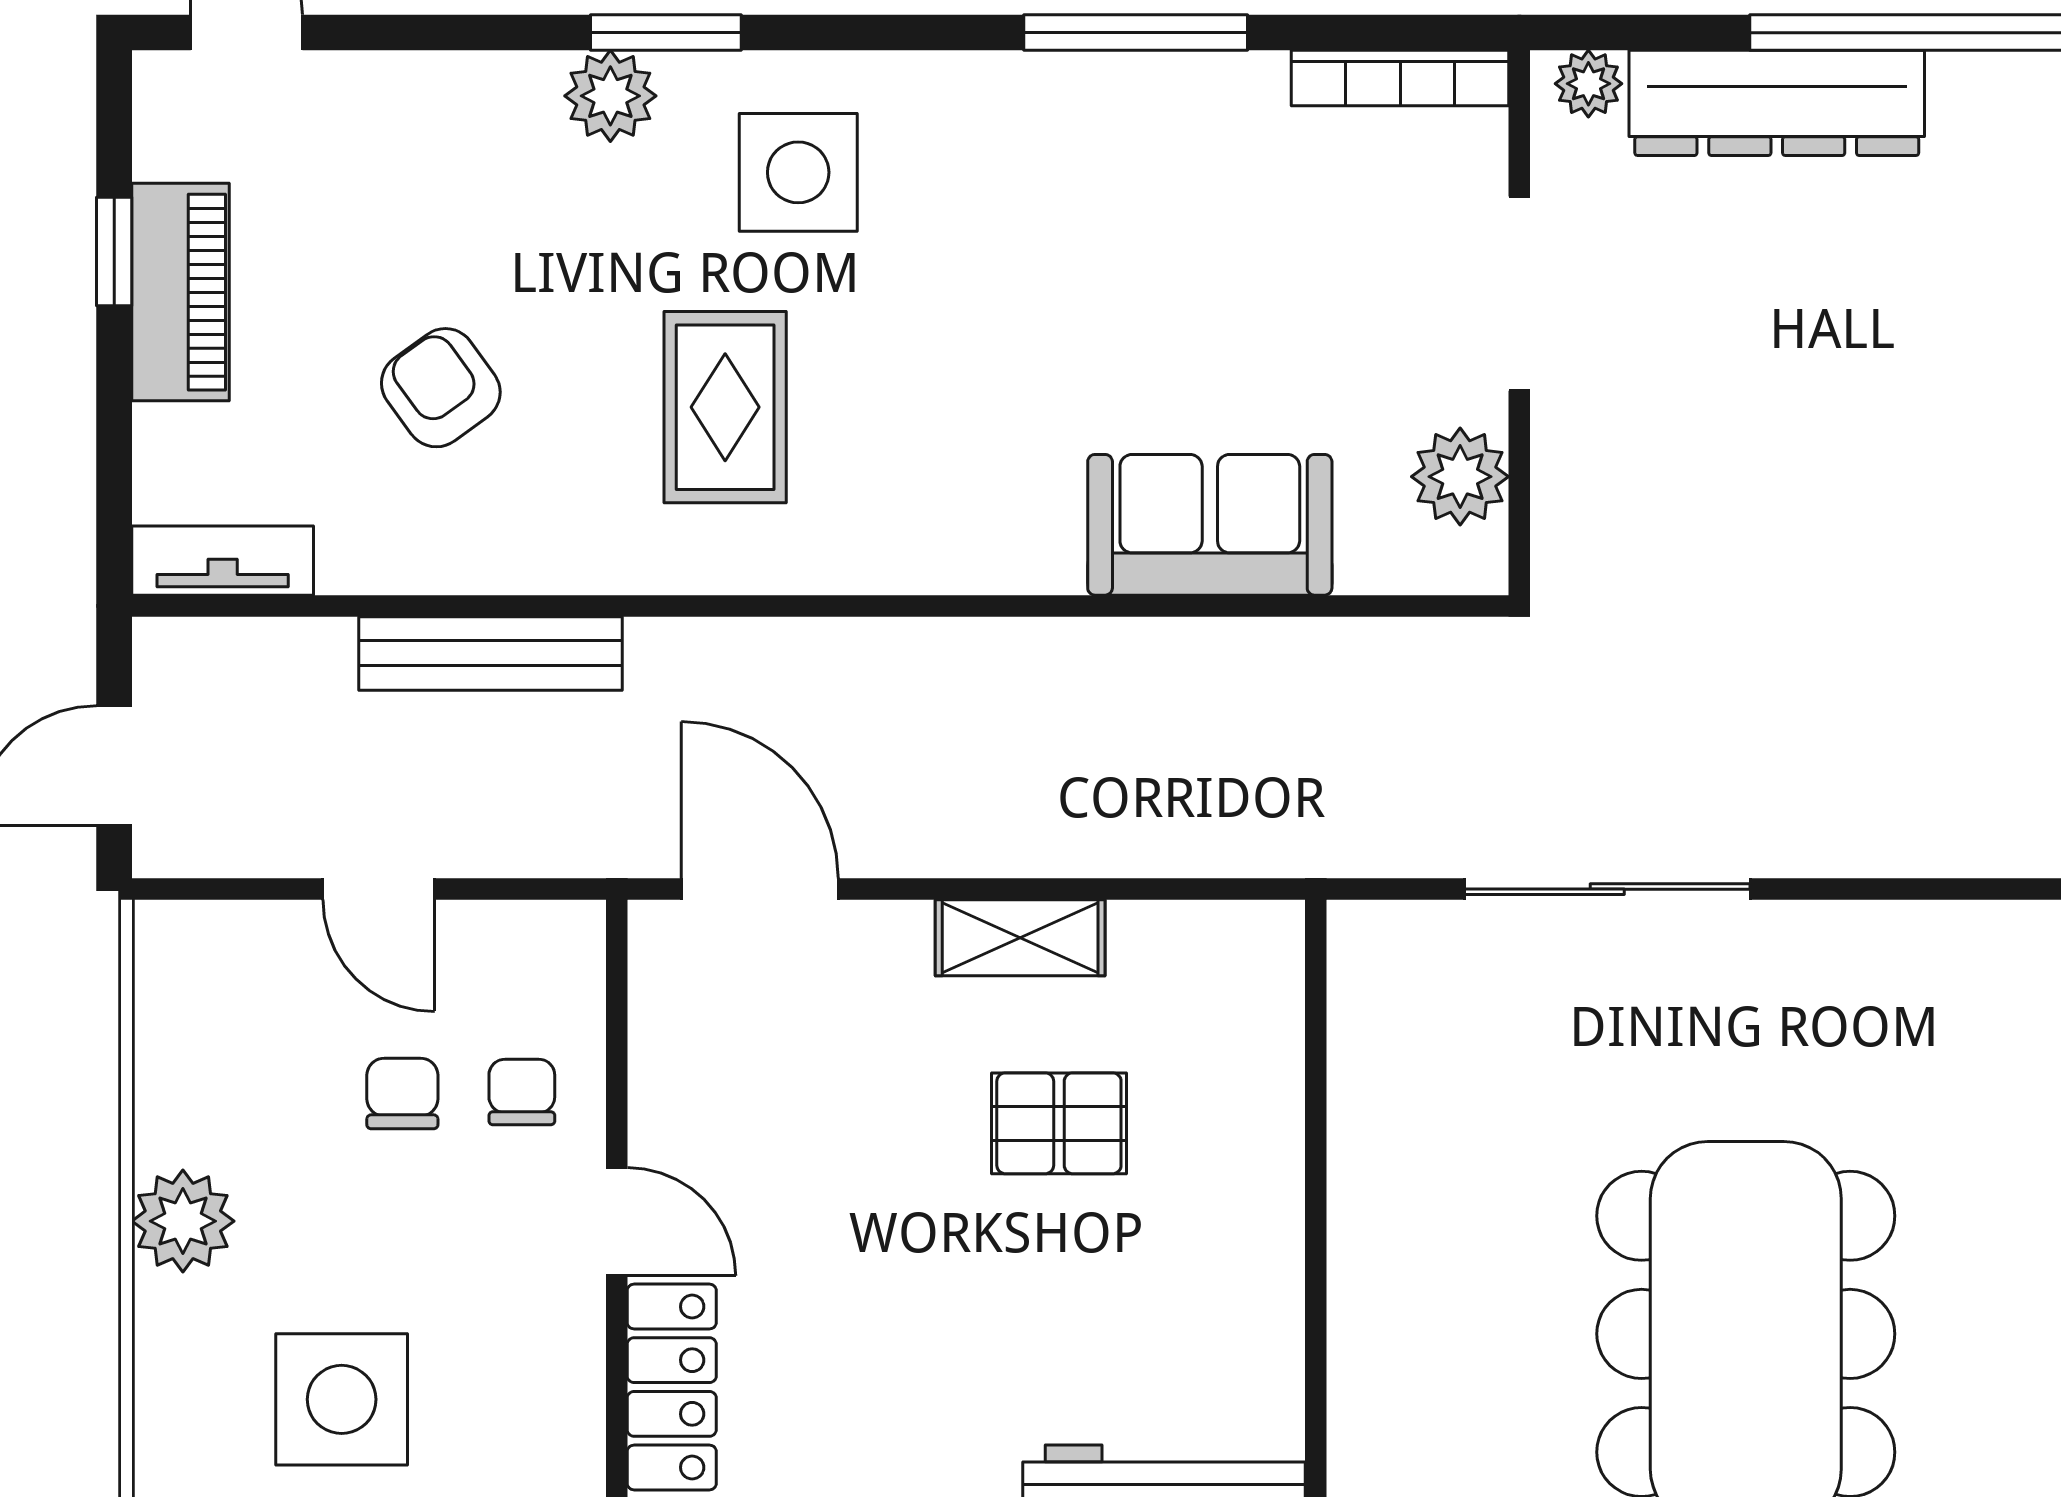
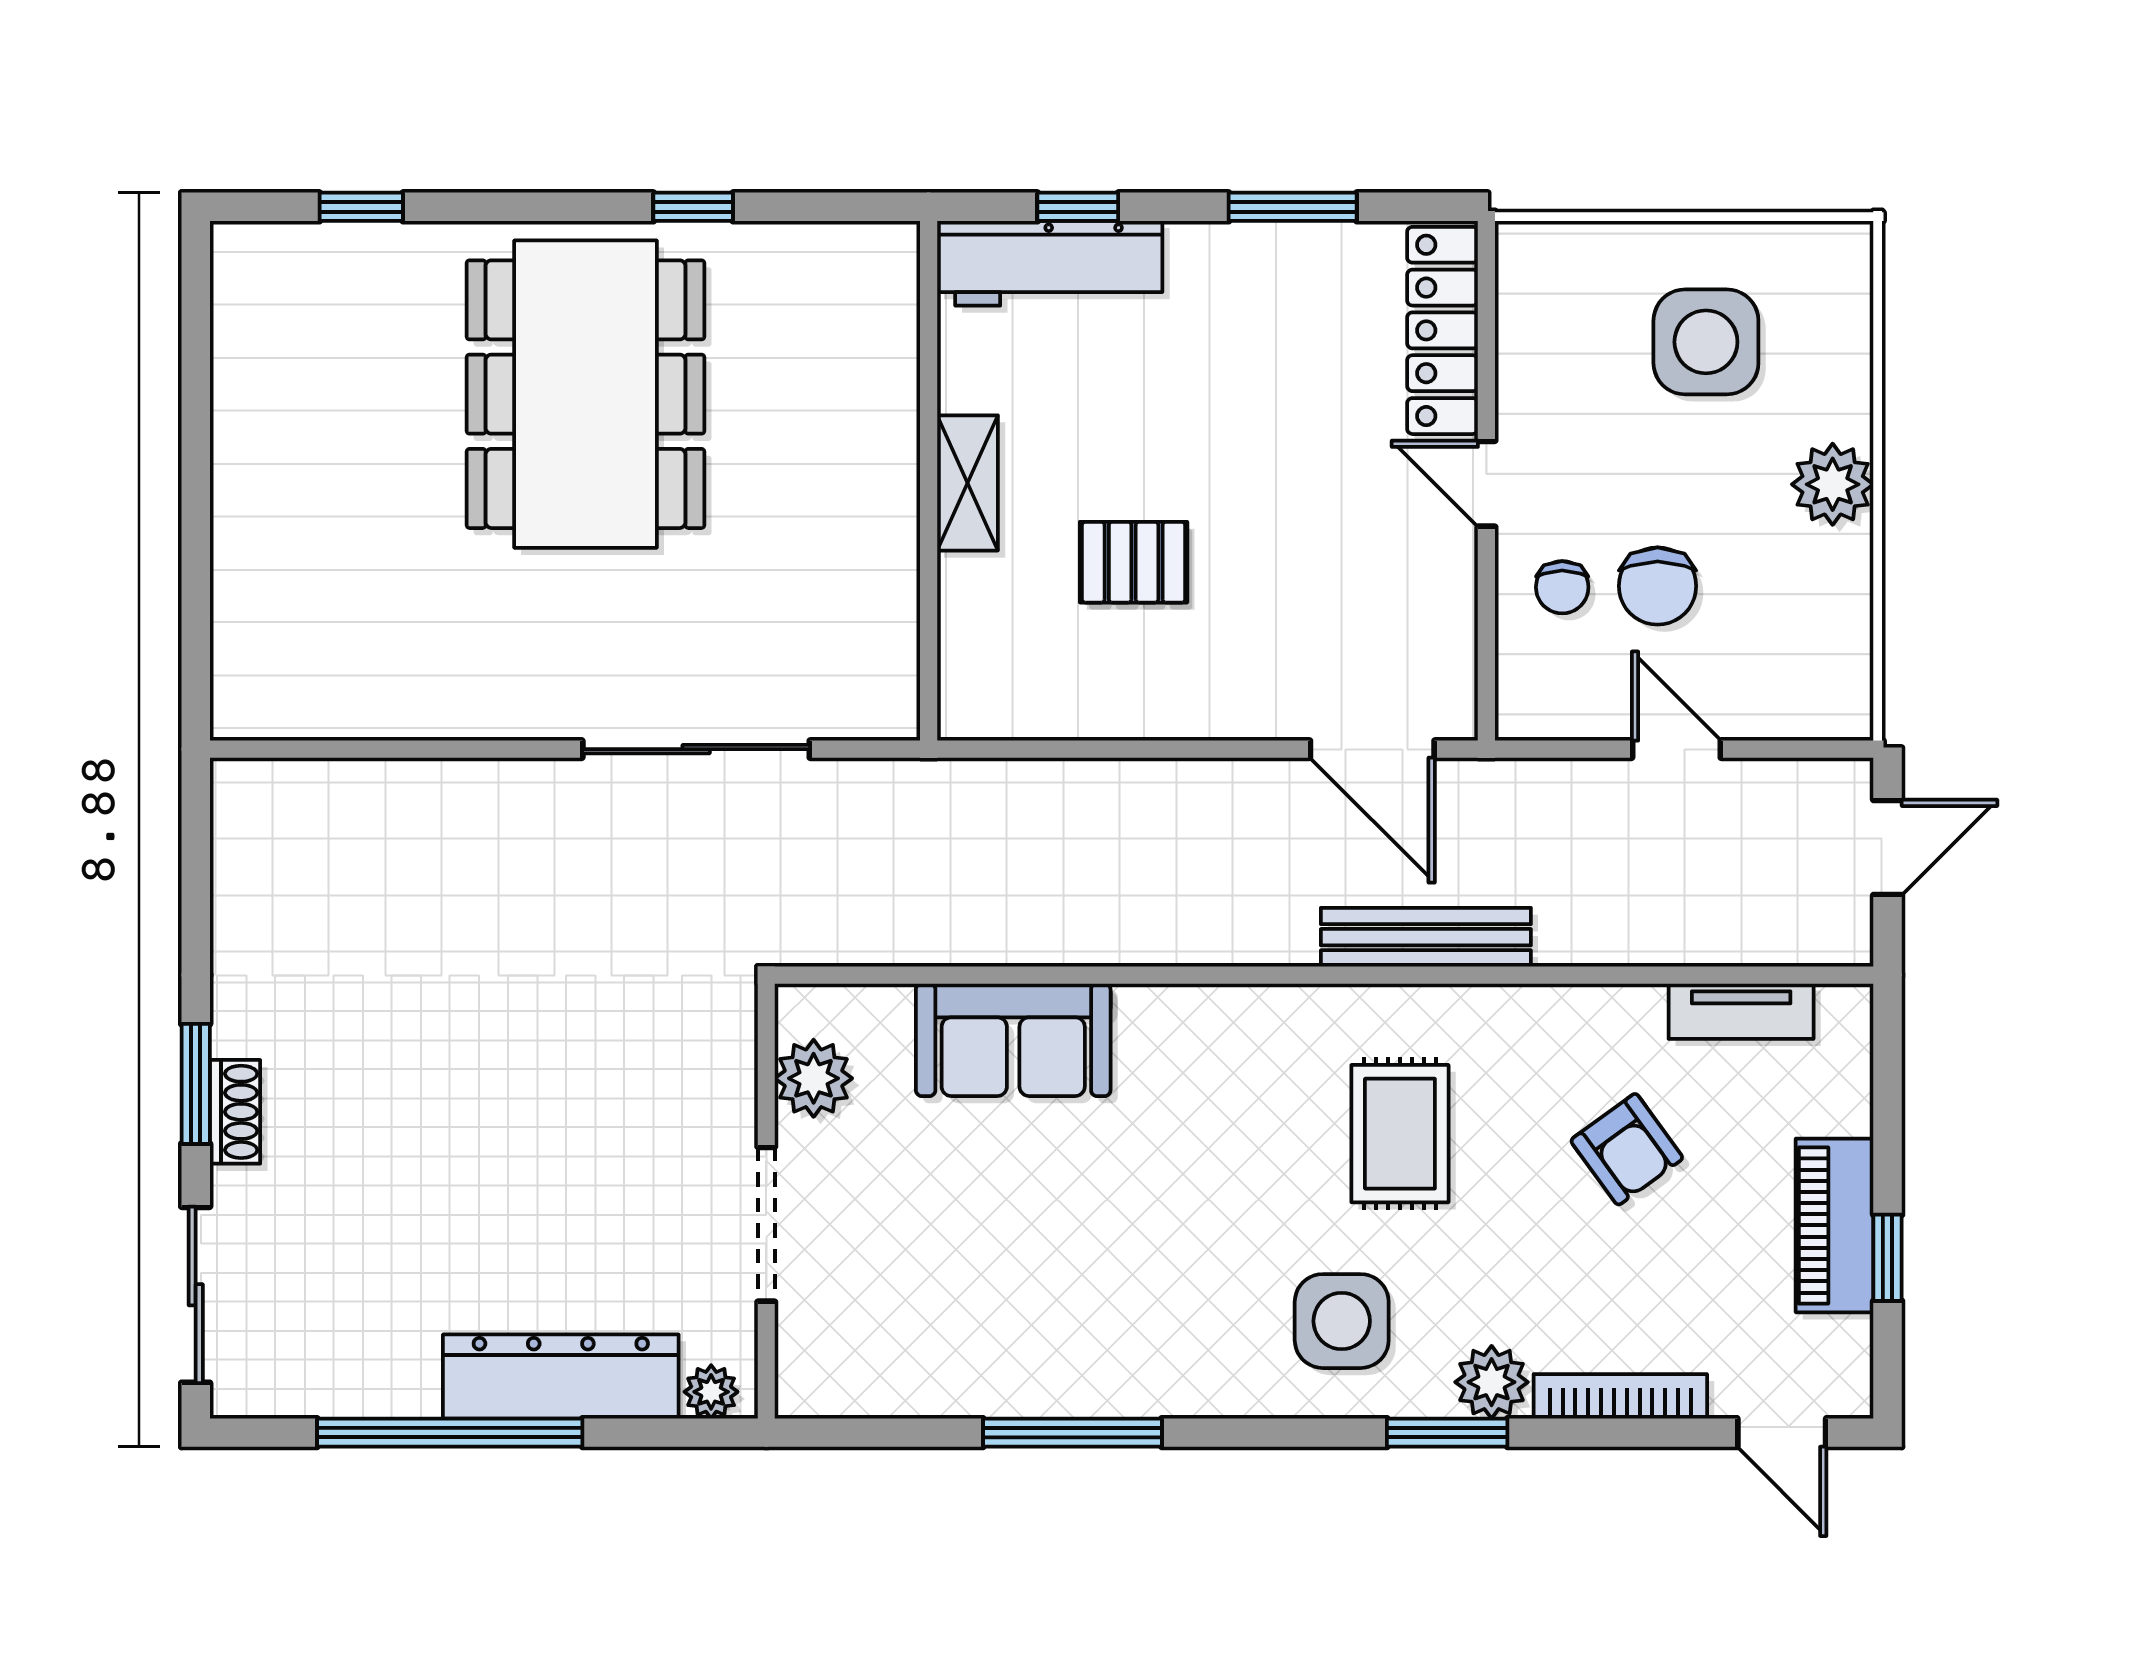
bookcase: (1400, 78) -> (1620, 1396), moved
tv unit: (223, 561) -> (1741, 1011), moved
bench: (491, 653) -> (1426, 937), moved
shelving: (1020, 938) -> (968, 483), moved, turned 90
chair: (402, 1093) -> (1658, 586), width x1.37, depth x1.37

